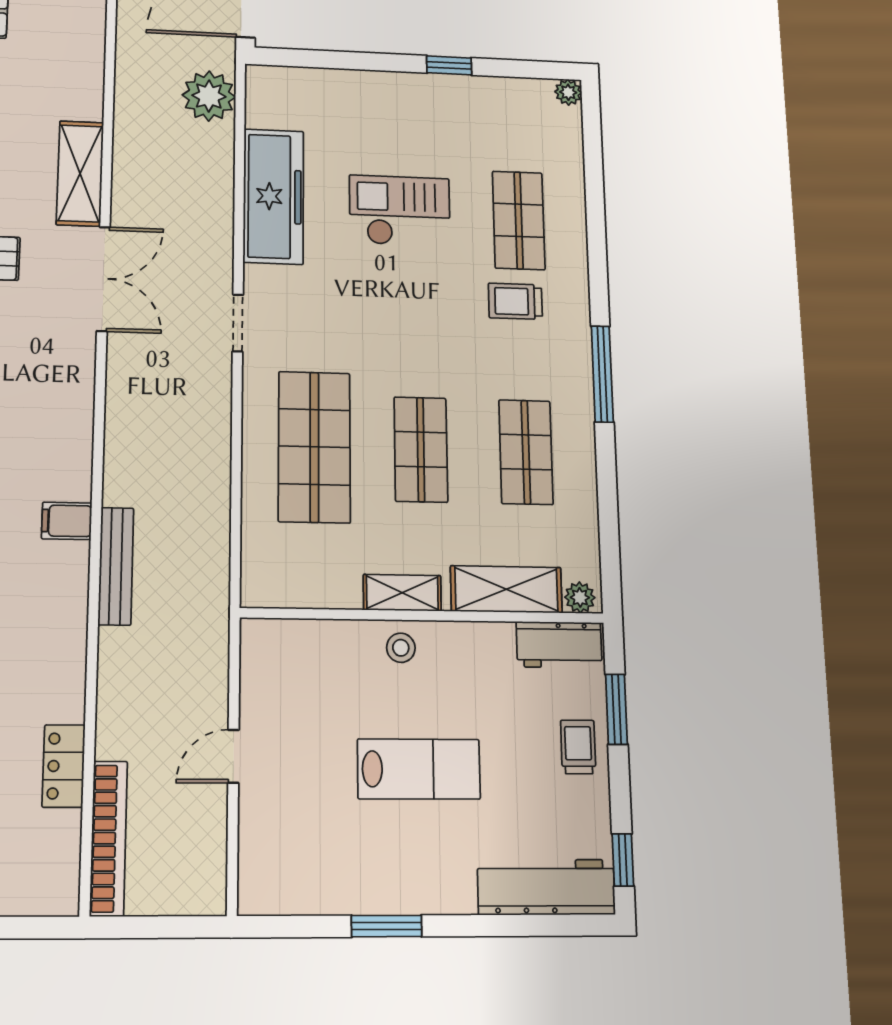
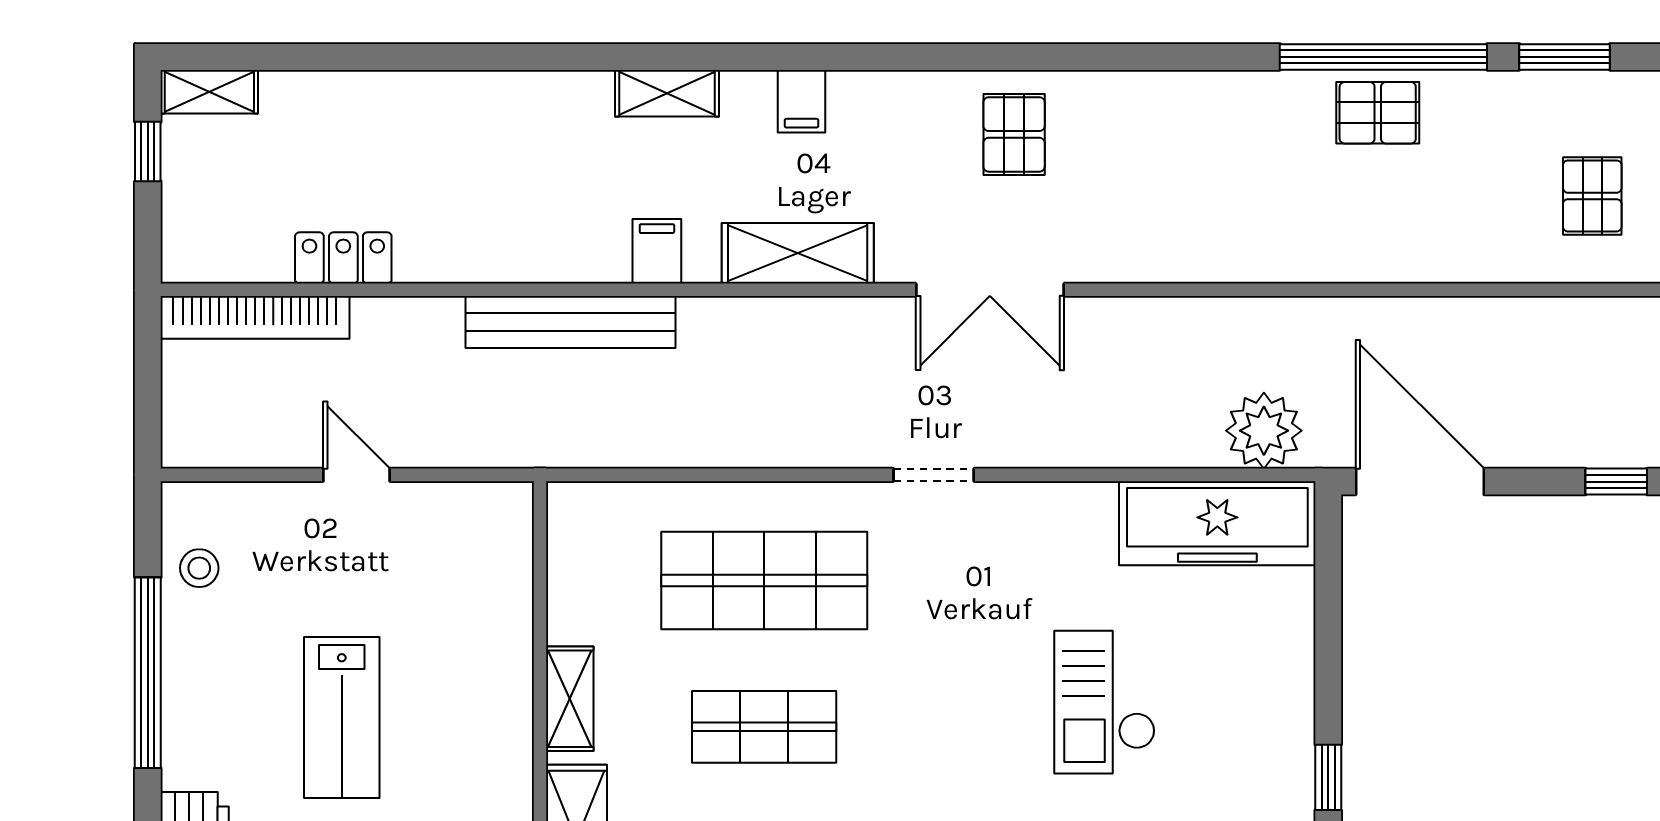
shelving: (80, 173) -> (798, 253), moved
freezer: (273, 196) -> (1217, 523), moved
checkout: (400, 211) -> (1105, 702), turned 180
bench: (116, 566) -> (570, 322), width x1.37, depth x1.21
stool: (401, 648) -> (199, 568), moved
window: (387, 926) -> (148, 673), width x2.11

